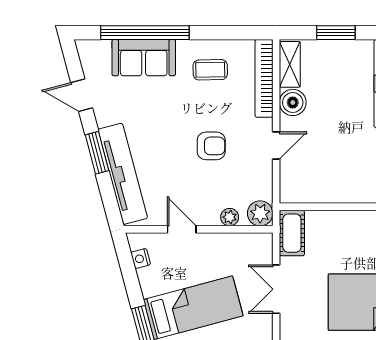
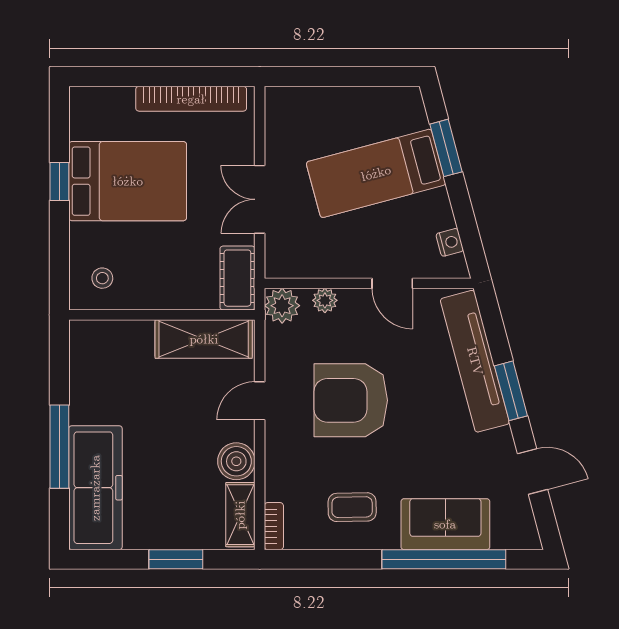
bookcase: (264, 78) -> (274, 526), width x0.43, depth x0.76
armchair: (211, 146) -> (351, 400), width x1.88, depth x1.88
shelving: (316, 190) -> (204, 339), added
double door: (276, 289) -> (260, 199), swing flipped

